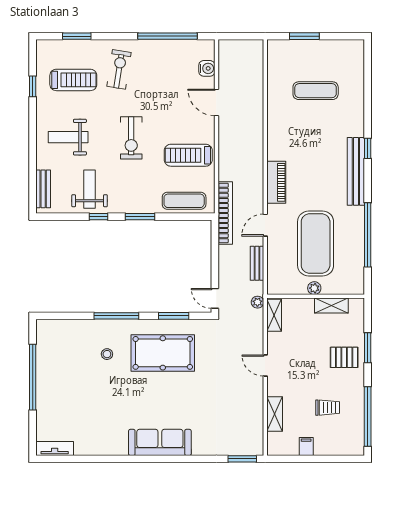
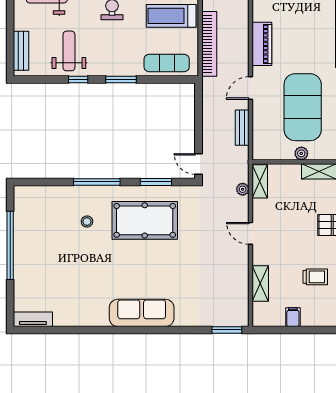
bookcase: (225, 213) -> (209, 44), moved
plant: (257, 302) -> (243, 189), moved

